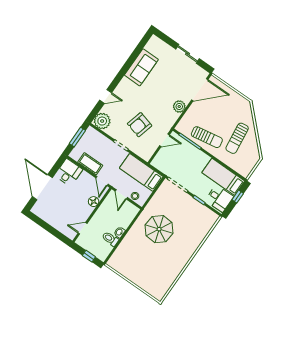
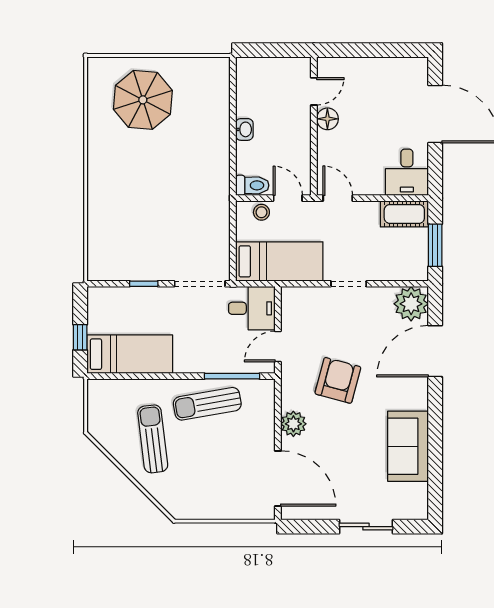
sliding door: (188, 54) -> (366, 527), moved
door: (200, 90) -> (278, 478), swing flipped
door: (106, 96) -> (435, 351), width x1.88
armchair: (140, 125) -> (338, 380), moved
cot: (90, 164) -> (404, 214), moved
desk: (219, 198) -> (252, 308), moved, turned 180
floor lamp: (94, 202) -> (327, 119), moved
parasol: (159, 229) -> (143, 100), moved
toilet: (110, 239) -> (252, 185), moved
window: (89, 256) -> (269, 50), removed

